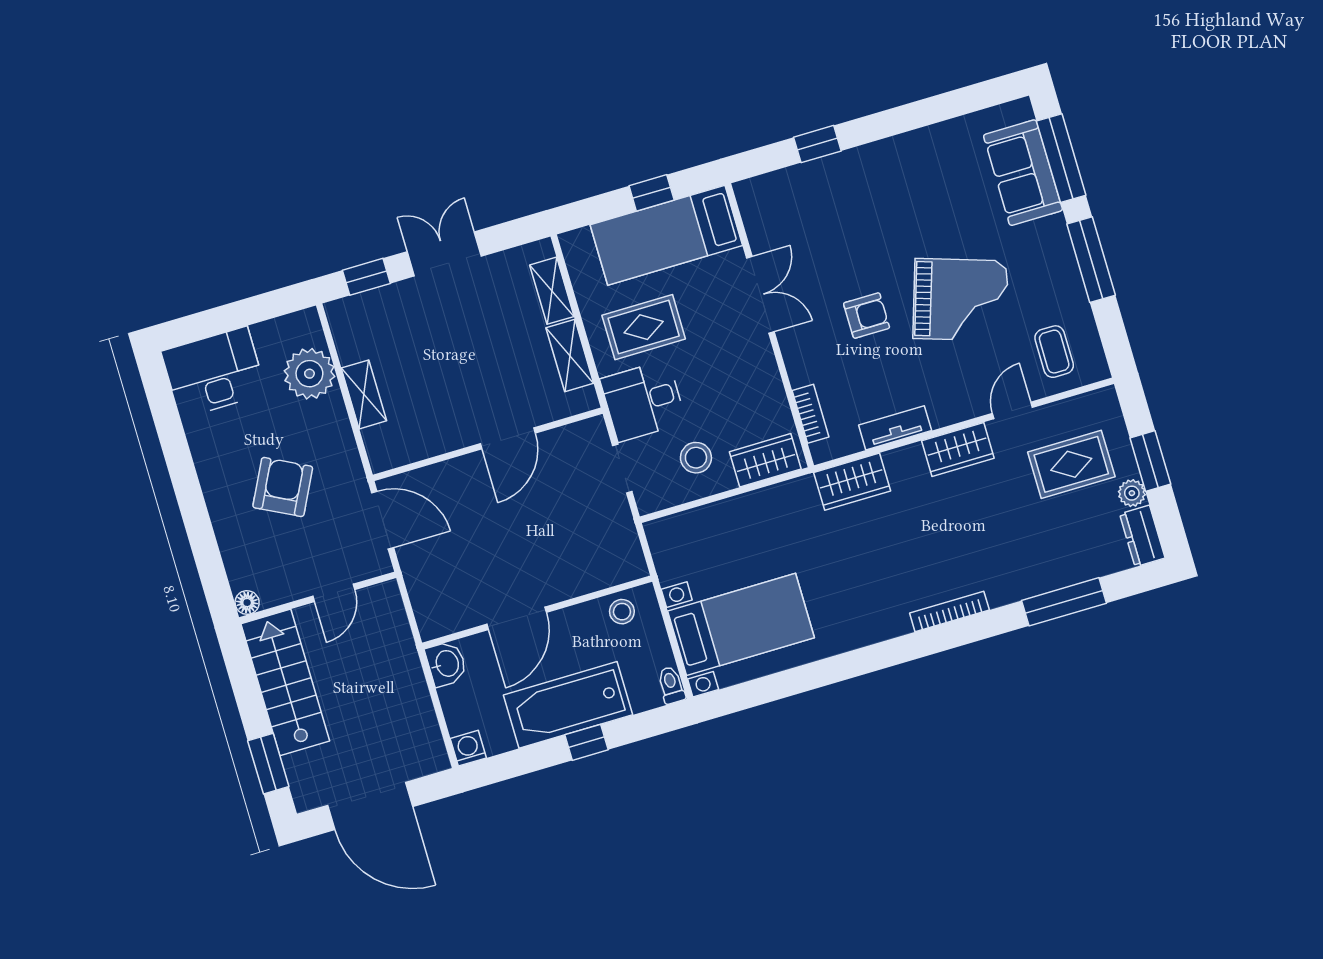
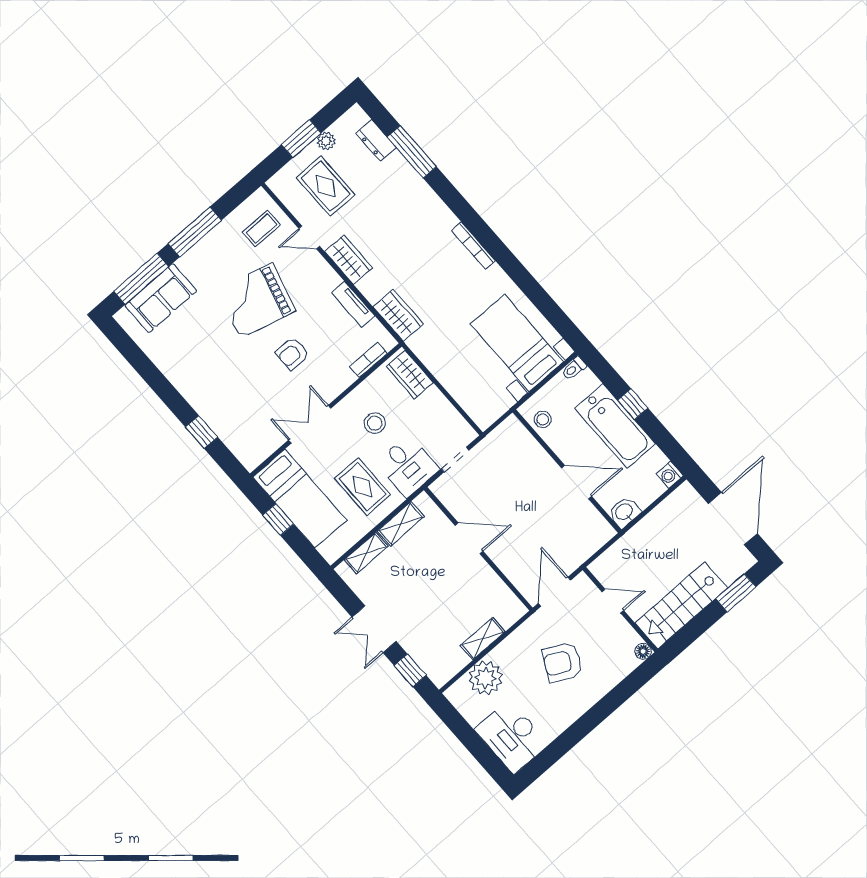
grand piano: (960, 300) -> (256, 300), turned -93
armchair: (867, 316) -> (292, 353), turned -90
stool: (696, 458) -> (375, 423), moved
dresser: (1142, 536) -> (376, 141), moved, turned 90
bookcase: (949, 611) -> (473, 246), moved

